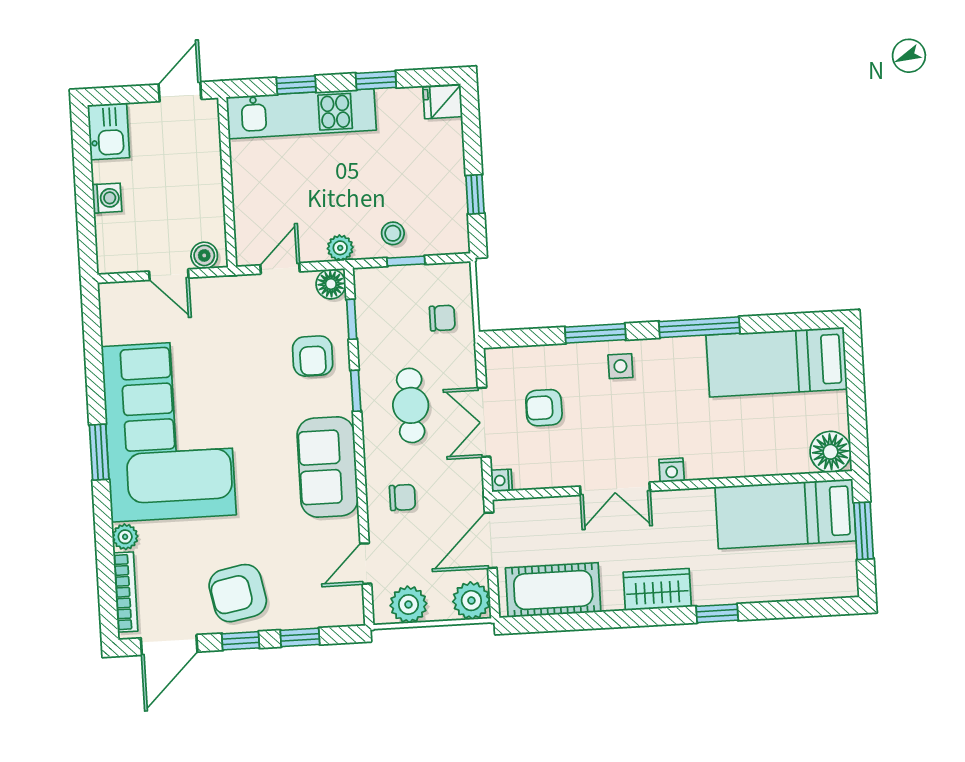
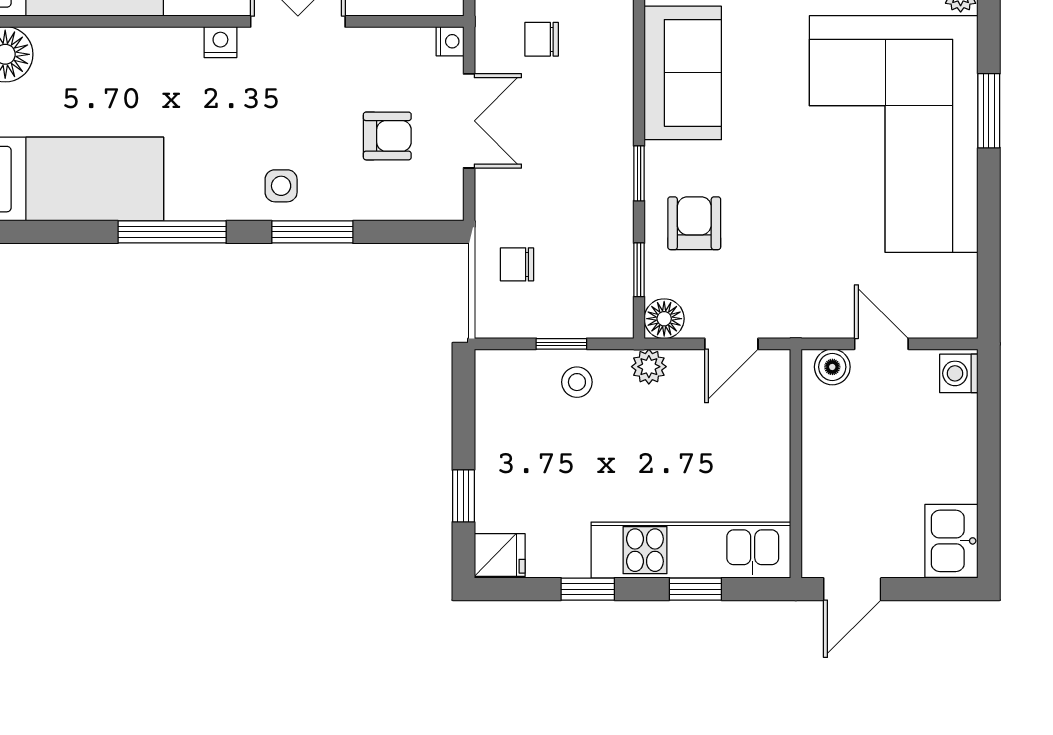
window: (475, 194) -> (463, 496), moved
washing machine: (107, 198) -> (959, 373), moved
cafe table: (411, 405) -> (566, 149), removed
chair: (402, 497) -> (542, 39), moved

